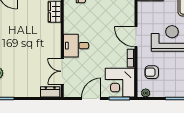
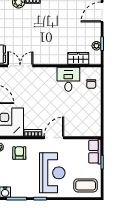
desk: (76, 46) -> (68, 79), moved

